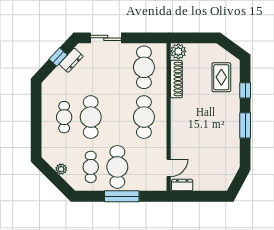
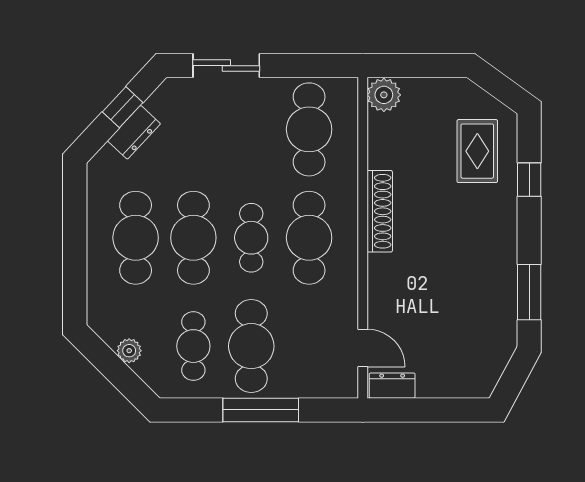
dresser: (71, 60) -> (134, 132), moved
shoe rack: (176, 79) -> (380, 211), moved
cafe table: (64, 117) -> (136, 238), width x1.37, depth x1.35
cafe table: (117, 117) -> (251, 238), added
window: (245, 125) -> (529, 292), moved
door: (169, 168) -> (363, 348), hinge flipped

